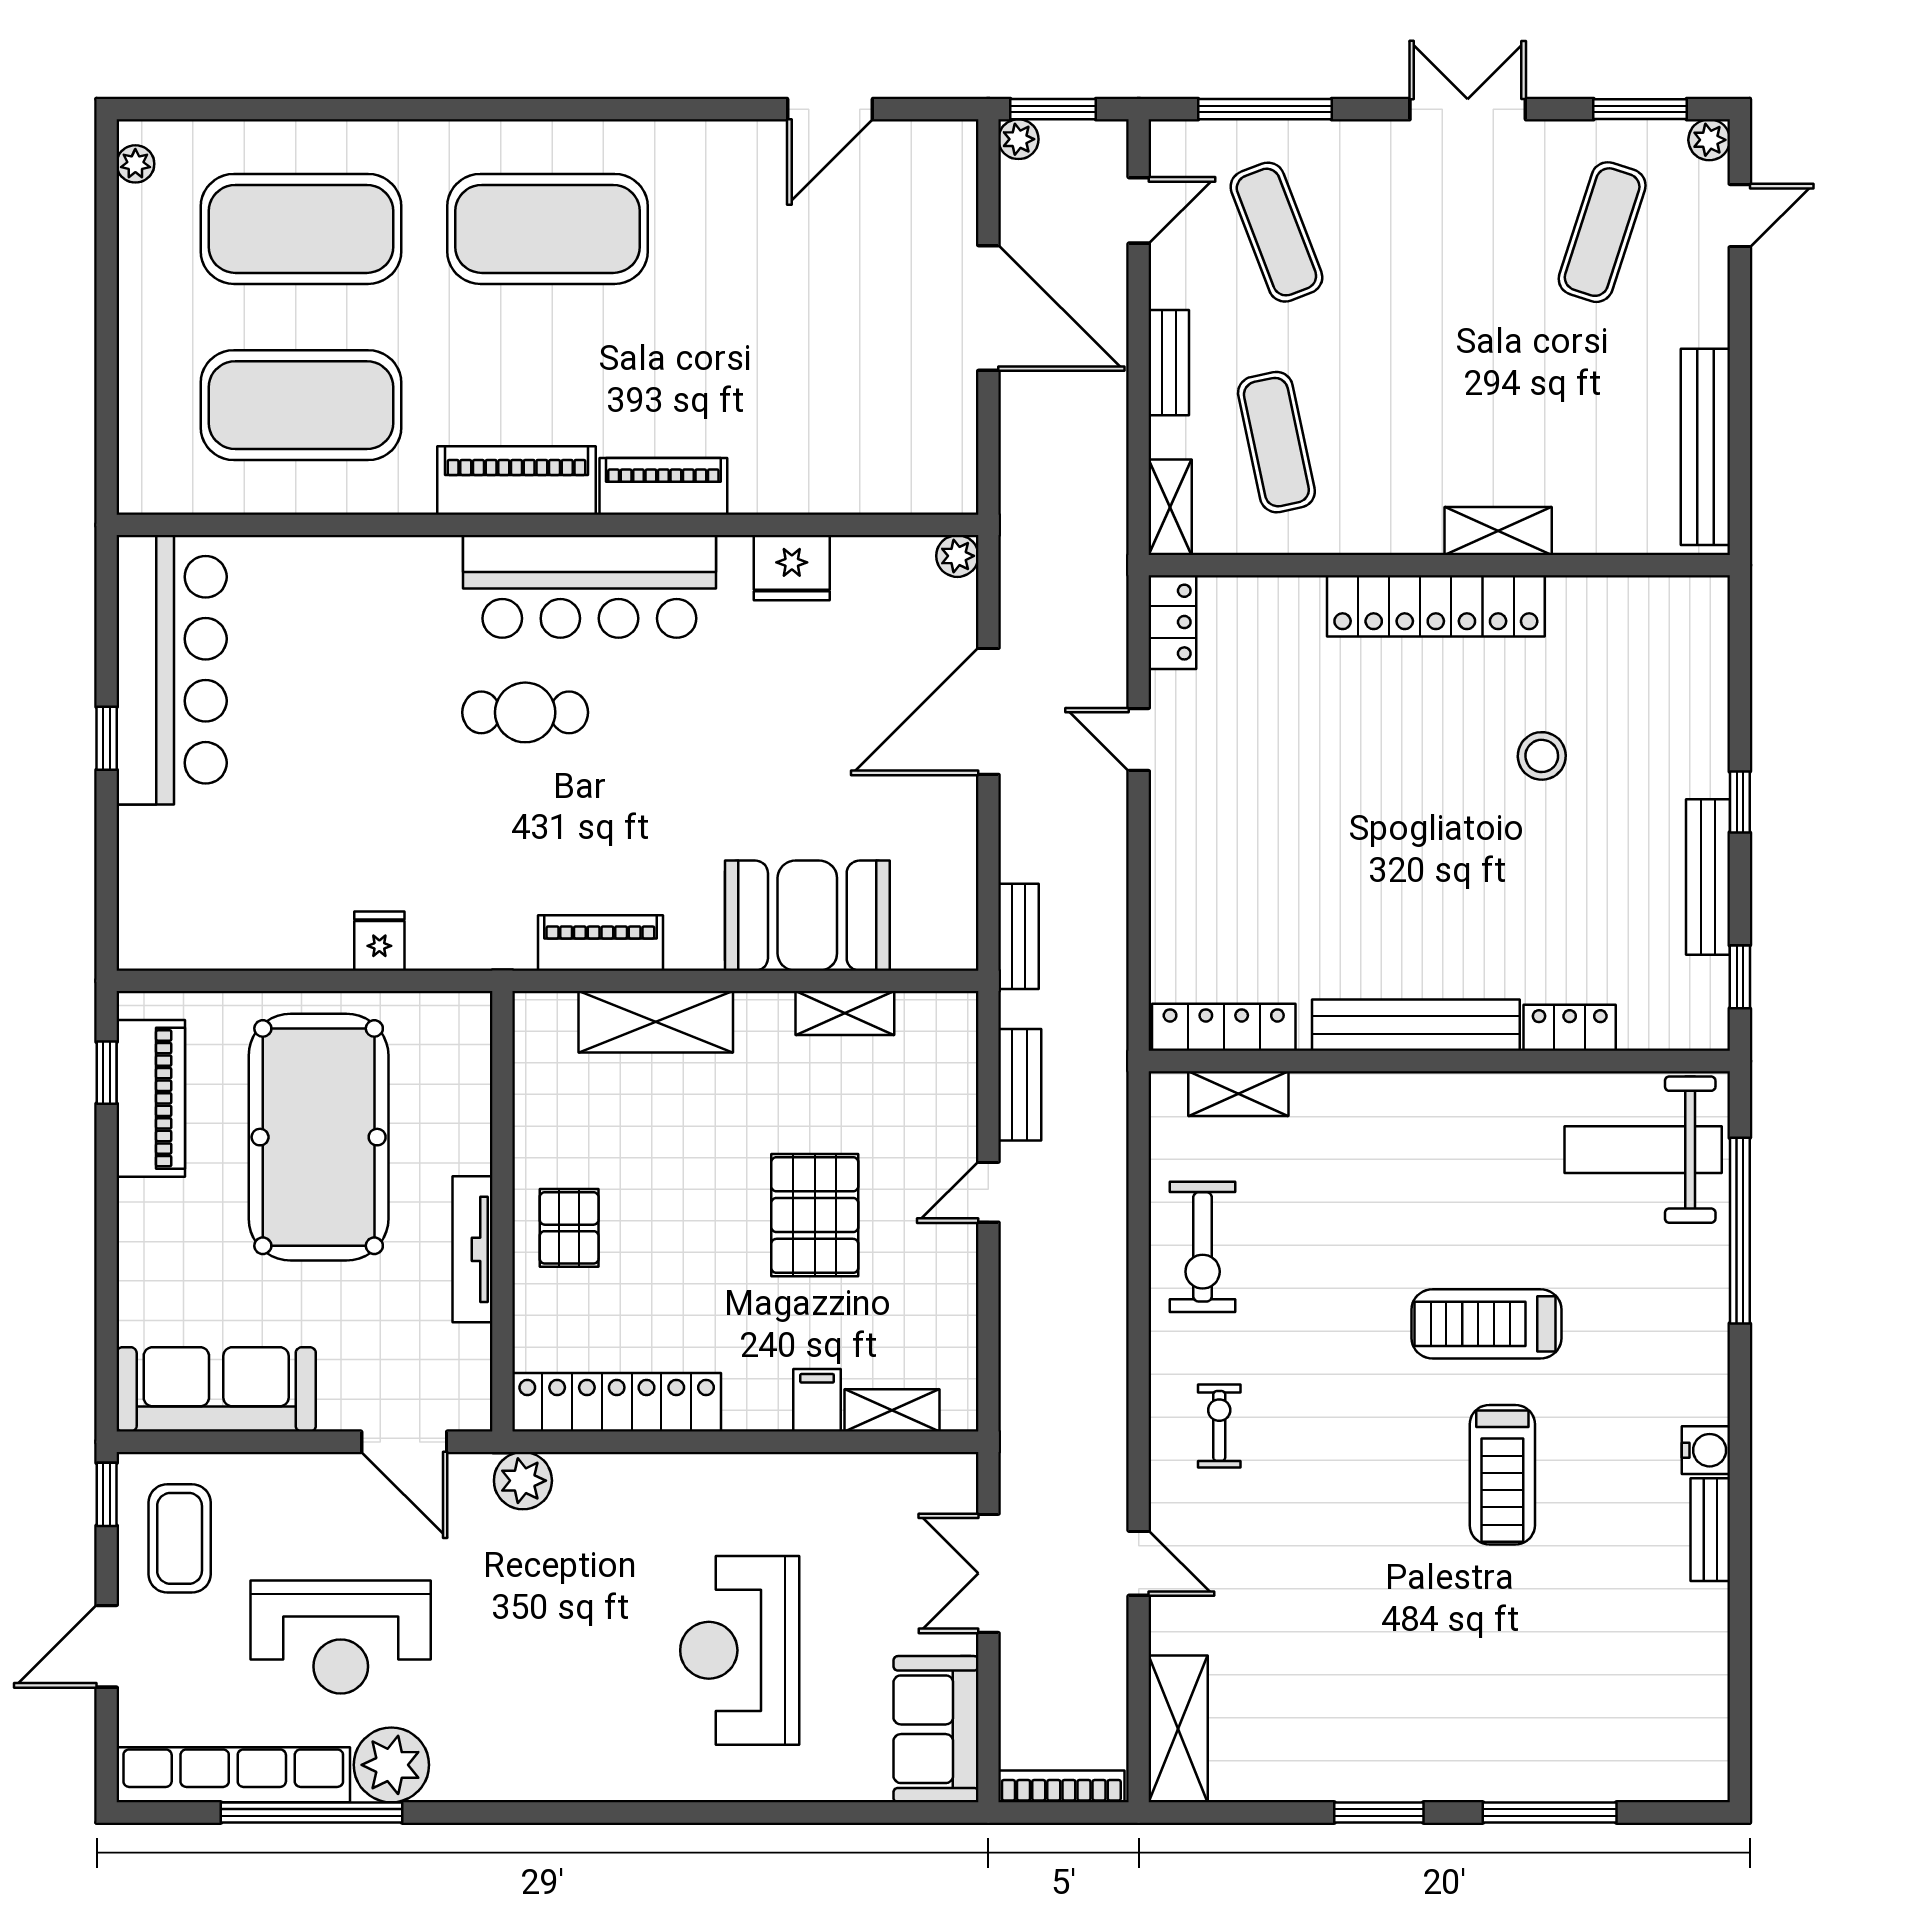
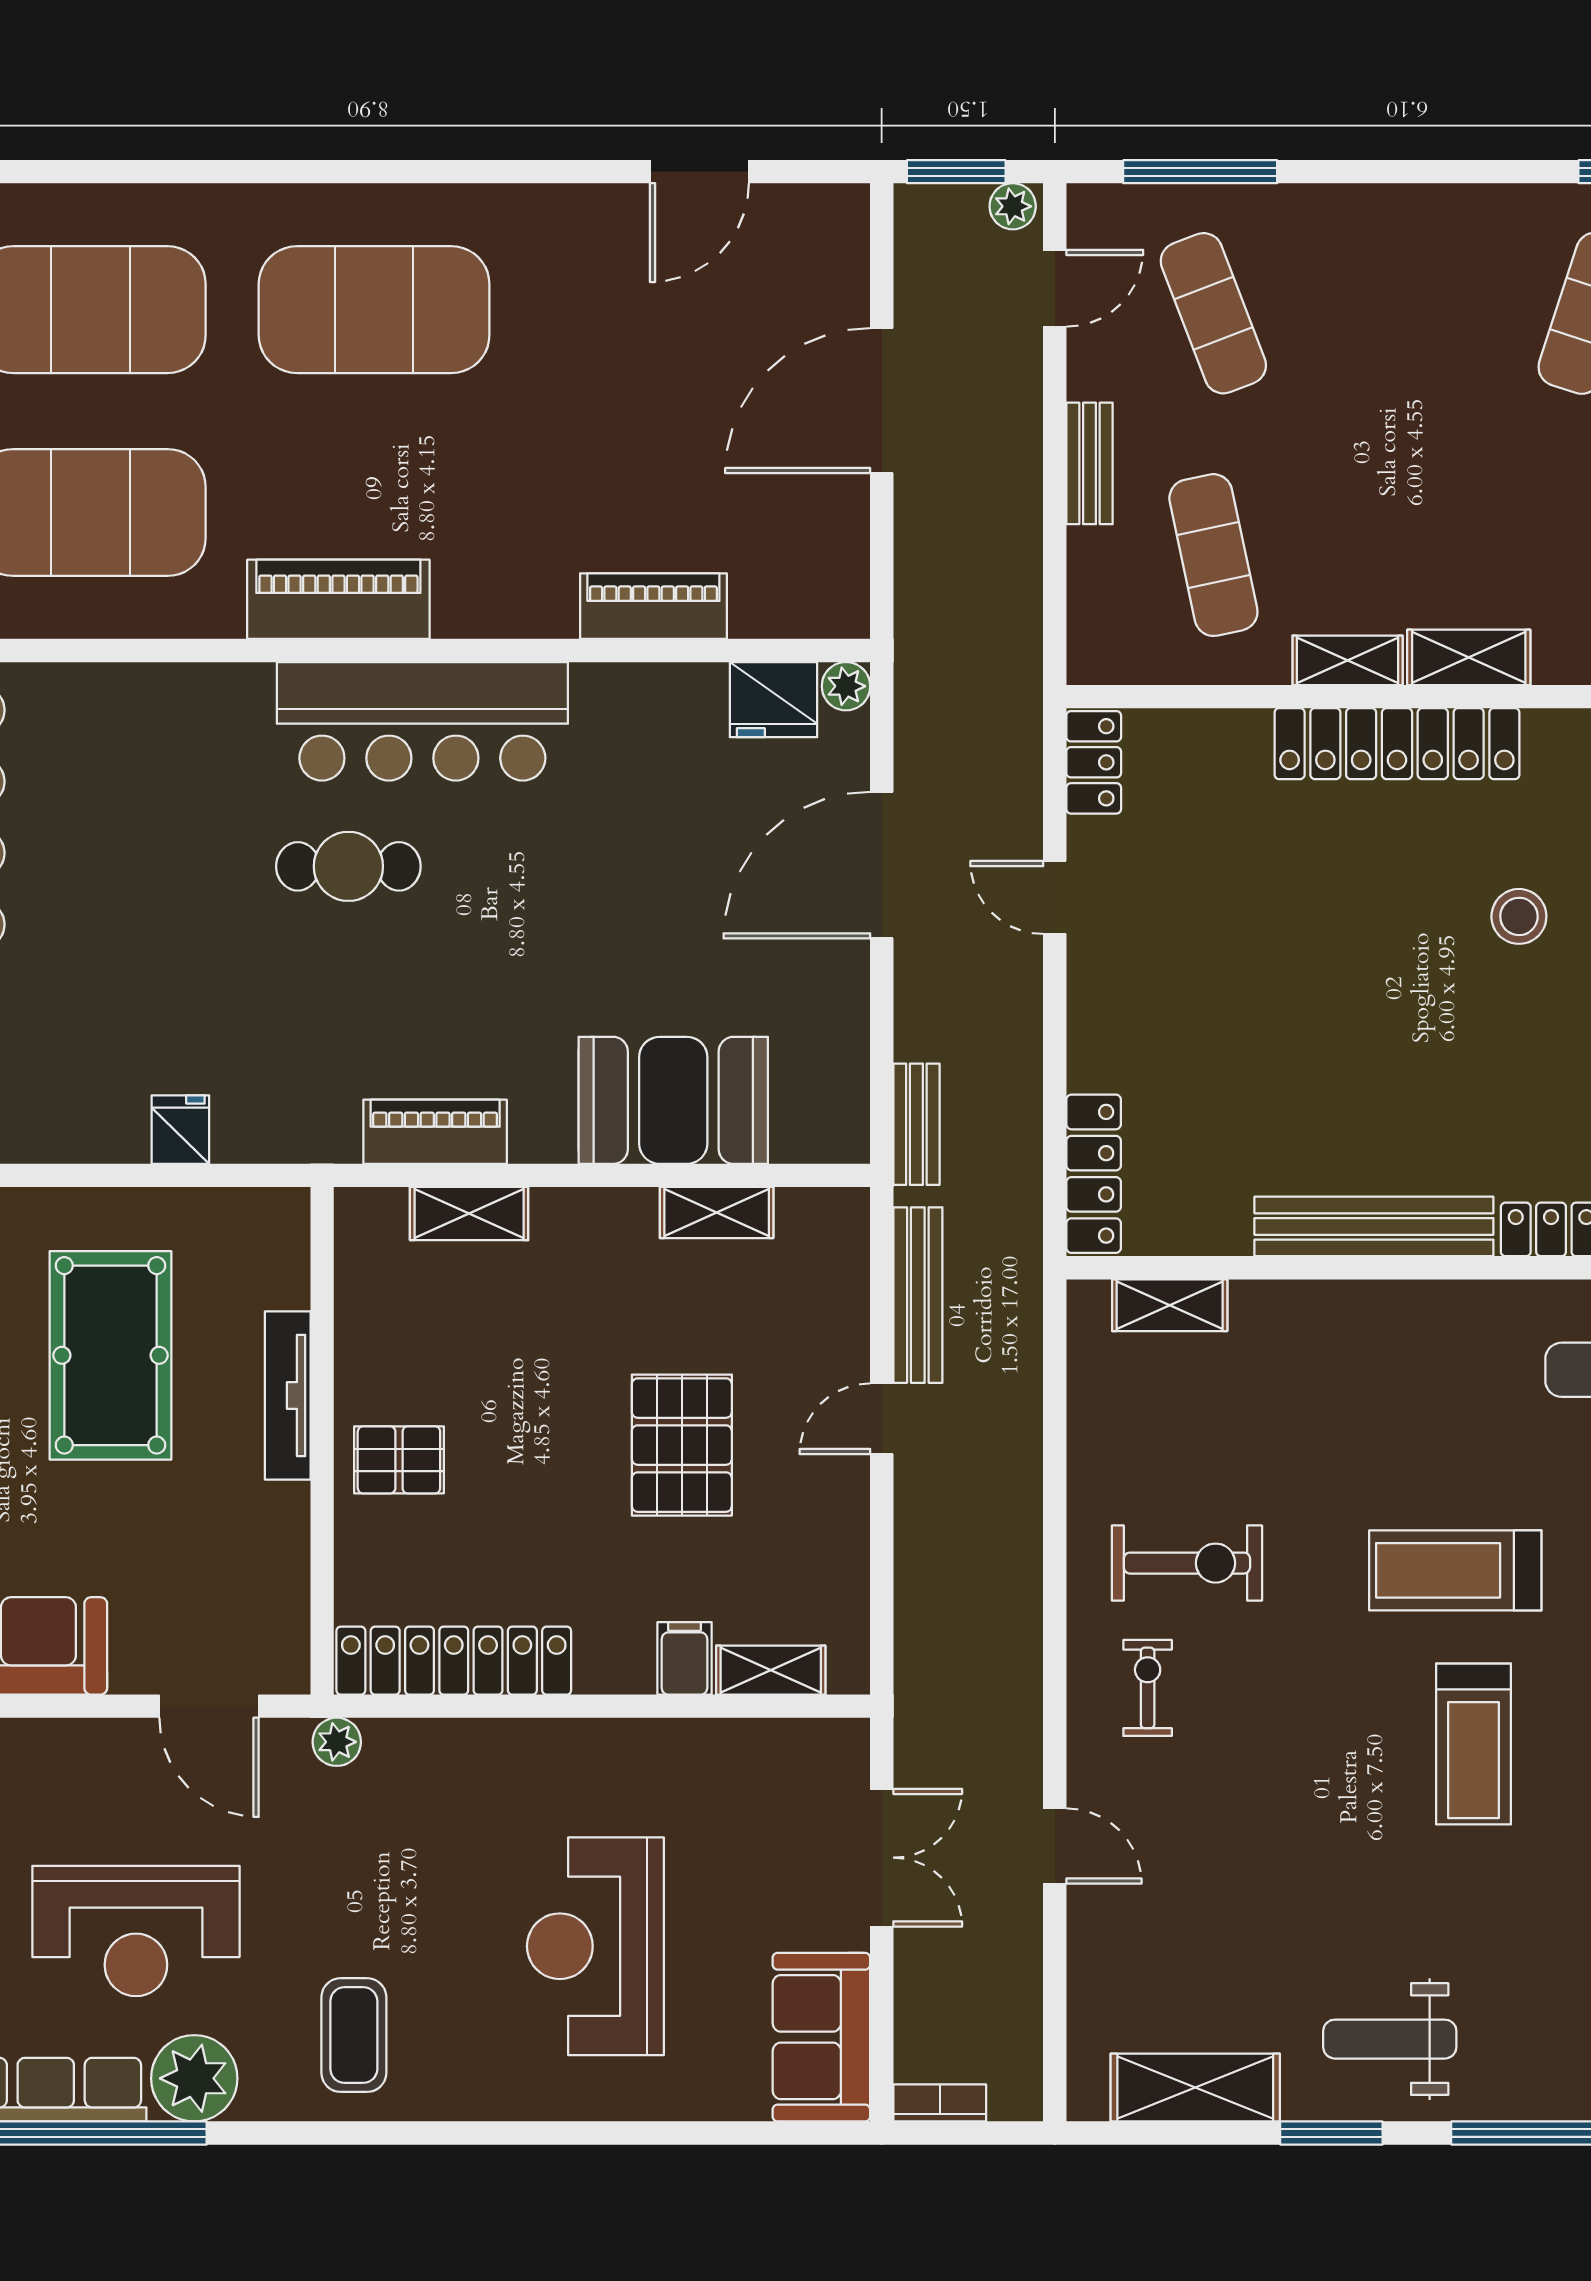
double door: (1468, 109) -> (1434, 172), removed
plant: (1018, 139) -> (1013, 206), moved
door: (988, 308) -> (882, 401), swing flipped
piano: (663, 486) -> (653, 606), moved
shelving: (1170, 507) -> (1348, 660), moved, turned 90
fridge: (792, 568) -> (773, 700), moved
shelving: (656, 1022) -> (469, 1214), width x0.67, depth x0.75
locker: (1224, 1027) -> (1094, 1174), moved, turned 90
bench: (1020, 1085) -> (918, 1295), width x1.36
pool table: (319, 1137) -> (110, 1355), width x0.73, depth x0.76
pallet: (569, 1228) -> (399, 1460), turned 90
exercise bike: (1203, 1247) -> (1187, 1563), moved, turned -90
tv unit: (473, 1249) -> (288, 1395), moved
plant: (523, 1481) -> (337, 1742), width x0.73, depth x0.73
double door: (988, 1573) -> (882, 1858), swing flipped
coffee table: (530, 1727) -> (354, 2035), added
shelving: (1178, 1729) -> (1195, 2088), moved, turned 90
weight bench: (1430, 1731) -> (1390, 2039), added
bookcase: (1061, 1786) -> (940, 2103), width x0.64

